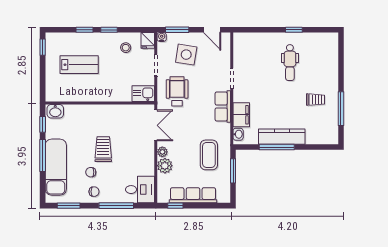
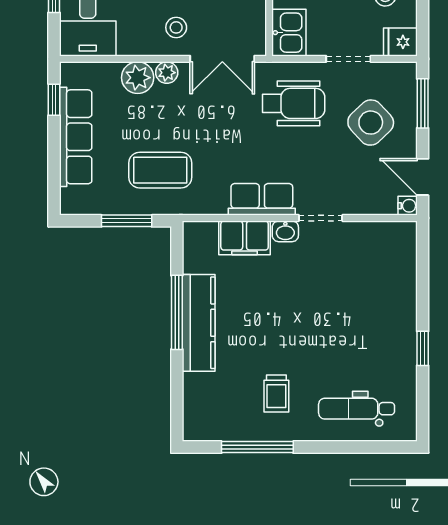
door: (212, 30) -> (423, 177), hinge flipped
water cooler: (162, 37) -> (408, 206), moved
side table: (186, 55) -> (371, 123), turned 38
dental chair: (290, 63) -> (357, 409), moved
washbasin: (238, 134) -> (285, 231), moved
stool: (141, 147) -> (176, 27), added

